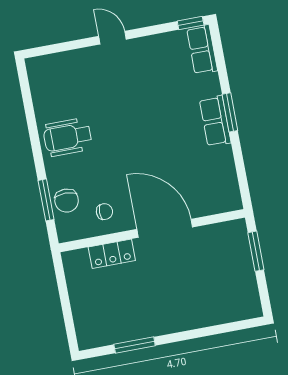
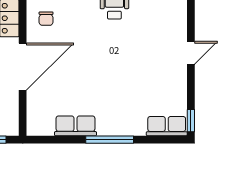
window: (230, 112) -> (110, 140), width x1.44
row of seats: (215, 121) -> (75, 126), moved

